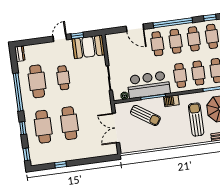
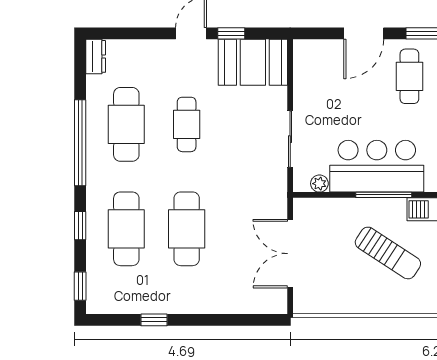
door: (135, 28) -> (364, 33), hinge flipped
sun lounger: (145, 115) -> (388, 253), moved

